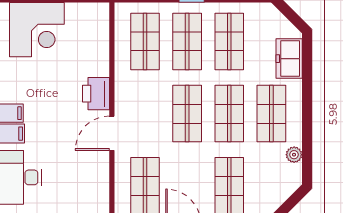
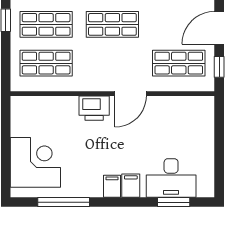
door: (112, 133) -> (131, 94), hinge flipped

